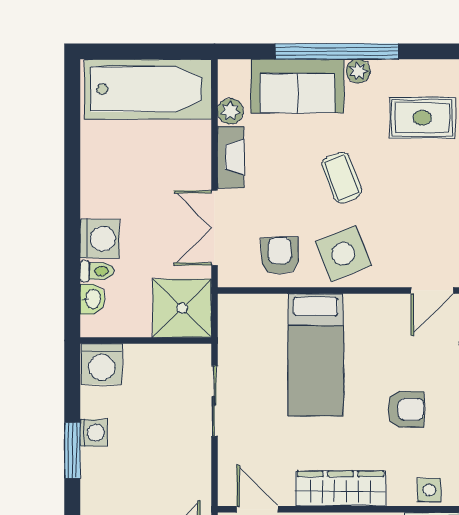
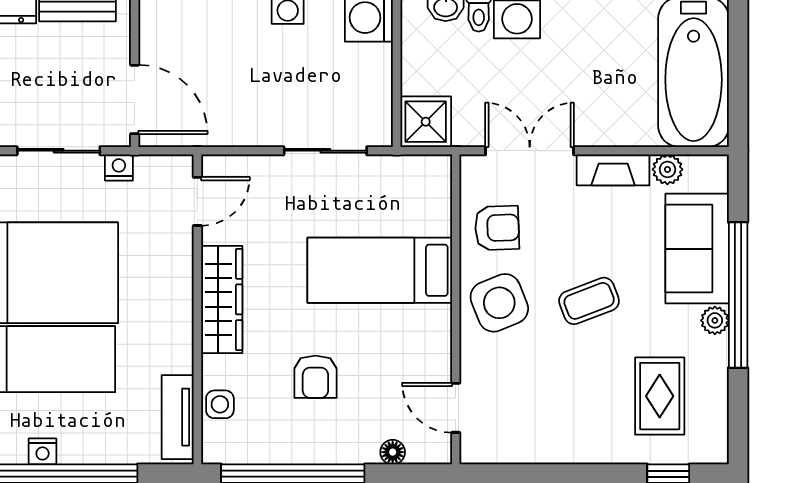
shower: (182, 308) -> (426, 122), width x0.73, depth x0.73

